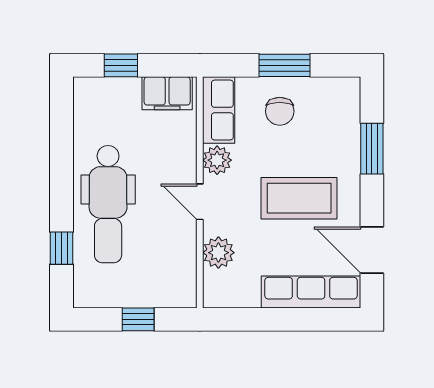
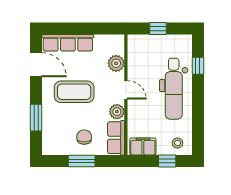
stool: (101, 100) -> (177, 143), added
dental chair: (108, 204) -> (174, 89), turned 180

